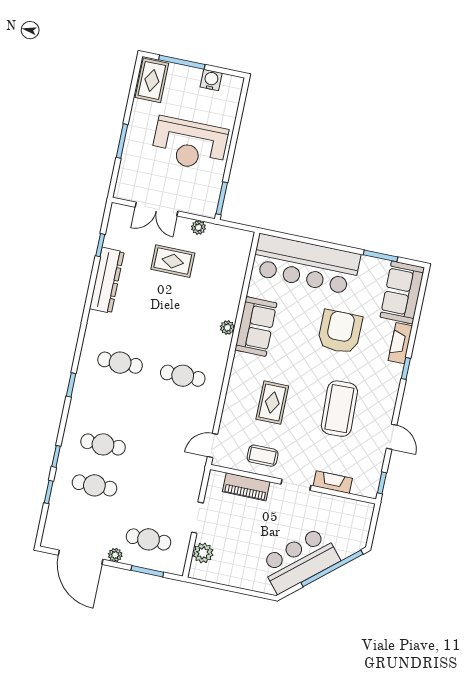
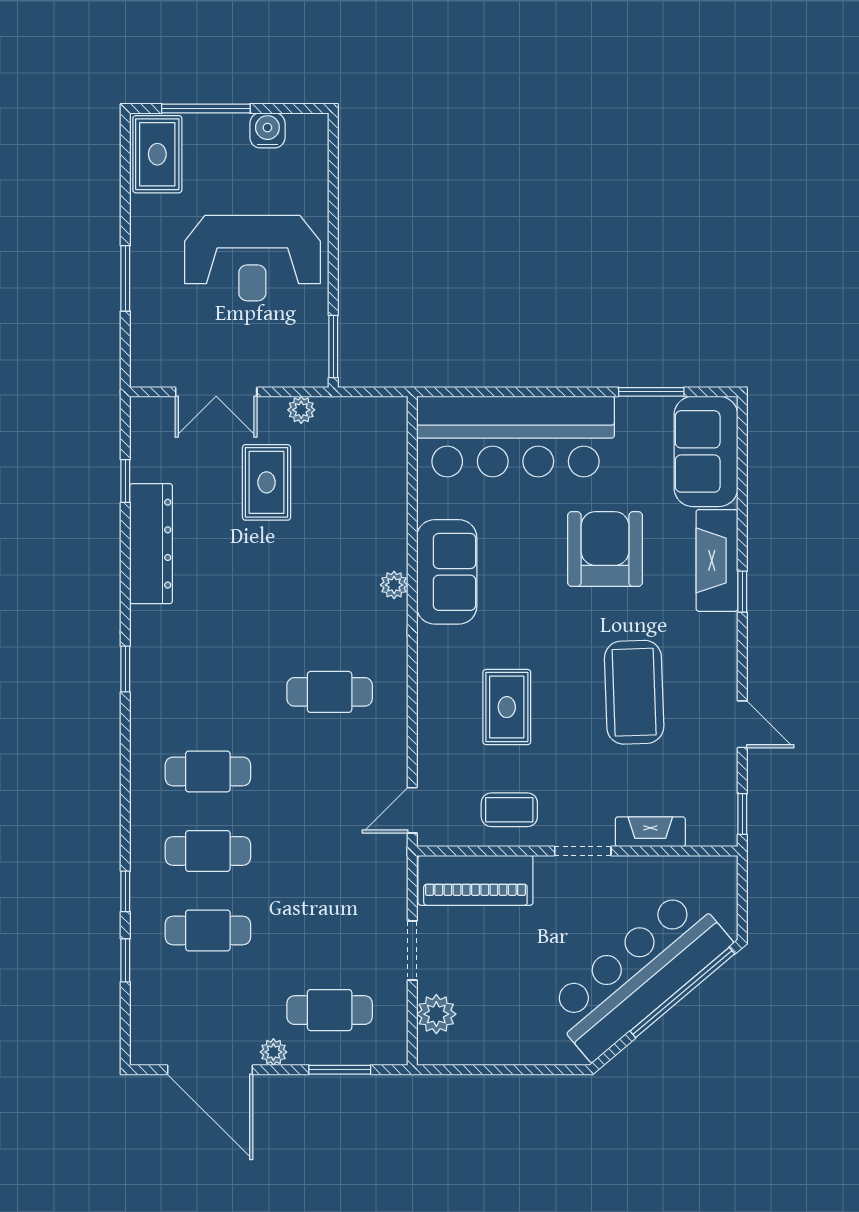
rug: (173, 261) -> (267, 482), turned 90
fireplace: (400, 343) -> (717, 560), width x1.37, depth x1.32
cafe table: (120, 363) -> (208, 771), moved
window: (71, 385) -> (125, 669), moved
piano: (246, 487) -> (475, 880), width x1.37, depth x1.33
bar counter: (300, 560) -> (638, 974), width x1.36

